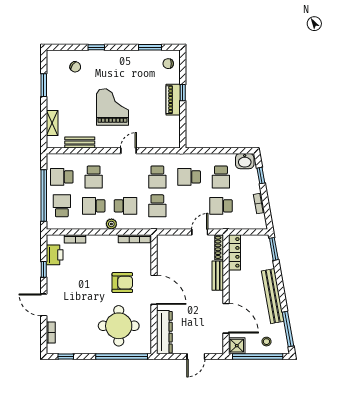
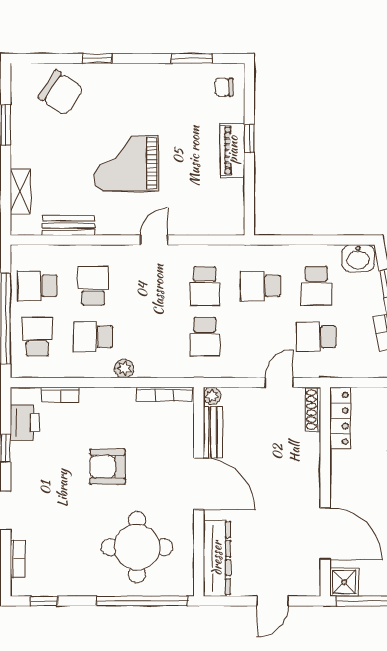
chair: (75, 67) -> (61, 93), width x1.87, depth x1.87
grand piano: (112, 107) -> (126, 163), turned -90
school desk: (94, 177) -> (93, 286), turned 180
school desk: (125, 206) -> (149, 337), removed
plant: (161, 240) -> (212, 396), added
bench: (218, 276) -> (213, 432), moved
armchair: (122, 283) -> (108, 467), moved, turned 180

